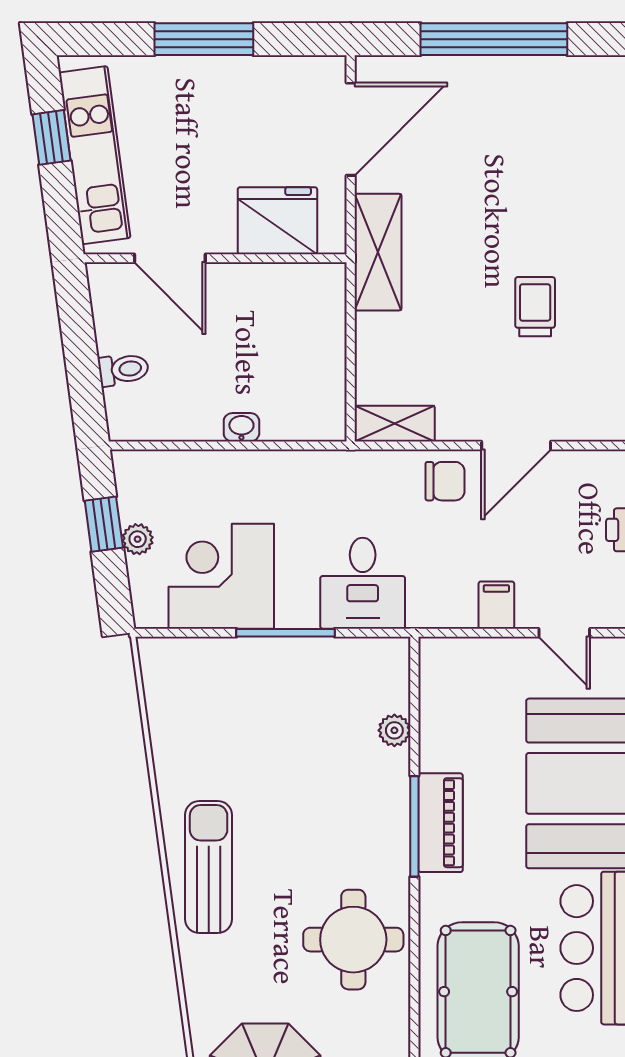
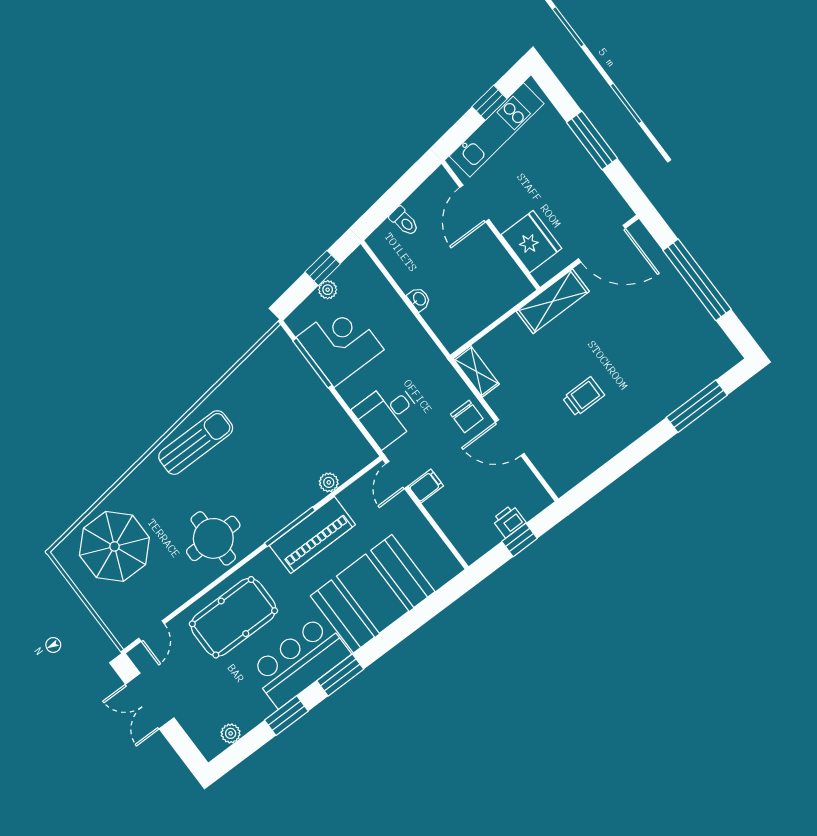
window: (285, 633) -> (312, 363), moved
door: (564, 633) -> (397, 475), moved
piano: (441, 823) -> (312, 535), width x1.37, depth x1.33

